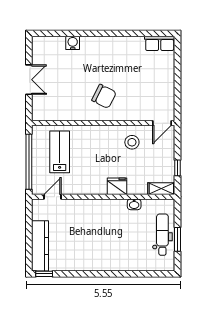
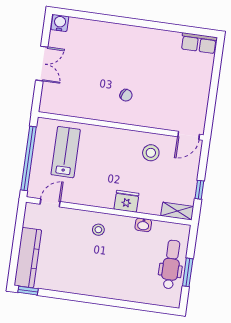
water cooler: (73, 43) -> (60, 23), moved
chair: (104, 96) -> (126, 95), width x0.54, depth x0.54
stool: (97, 214) -> (98, 230), added

